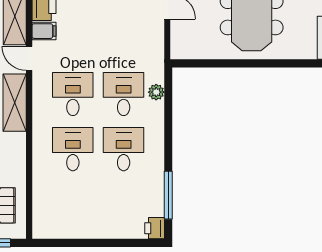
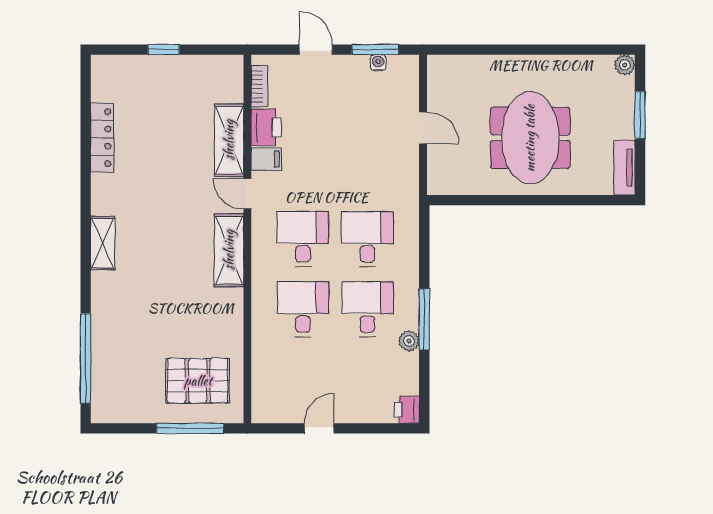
plant: (156, 92) -> (409, 341), moved
window: (168, 195) -> (424, 319), moved
door: (86, 243) -> (319, 428), added

